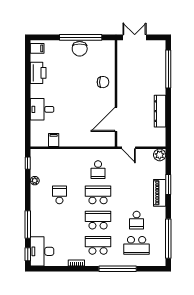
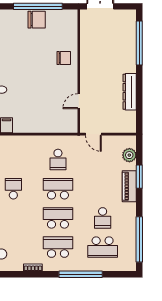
chair: (80, 49) -> (37, 20), turned -90
door: (116, 119) -> (79, 101), width x0.53
plant: (160, 155) -> (129, 155), moved

